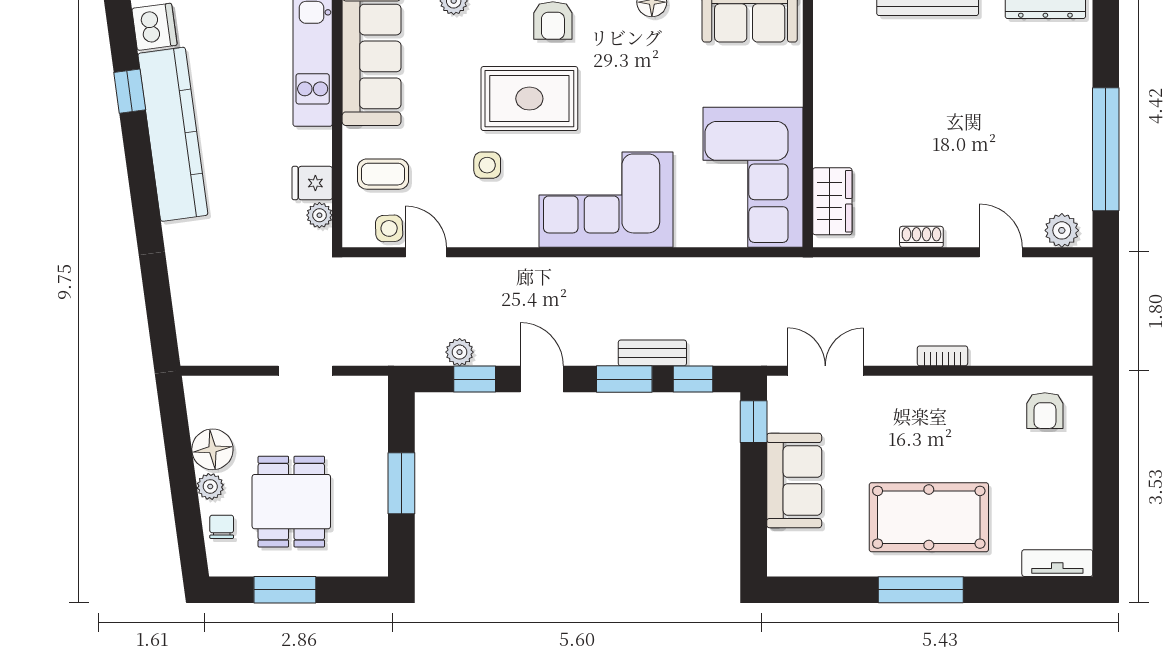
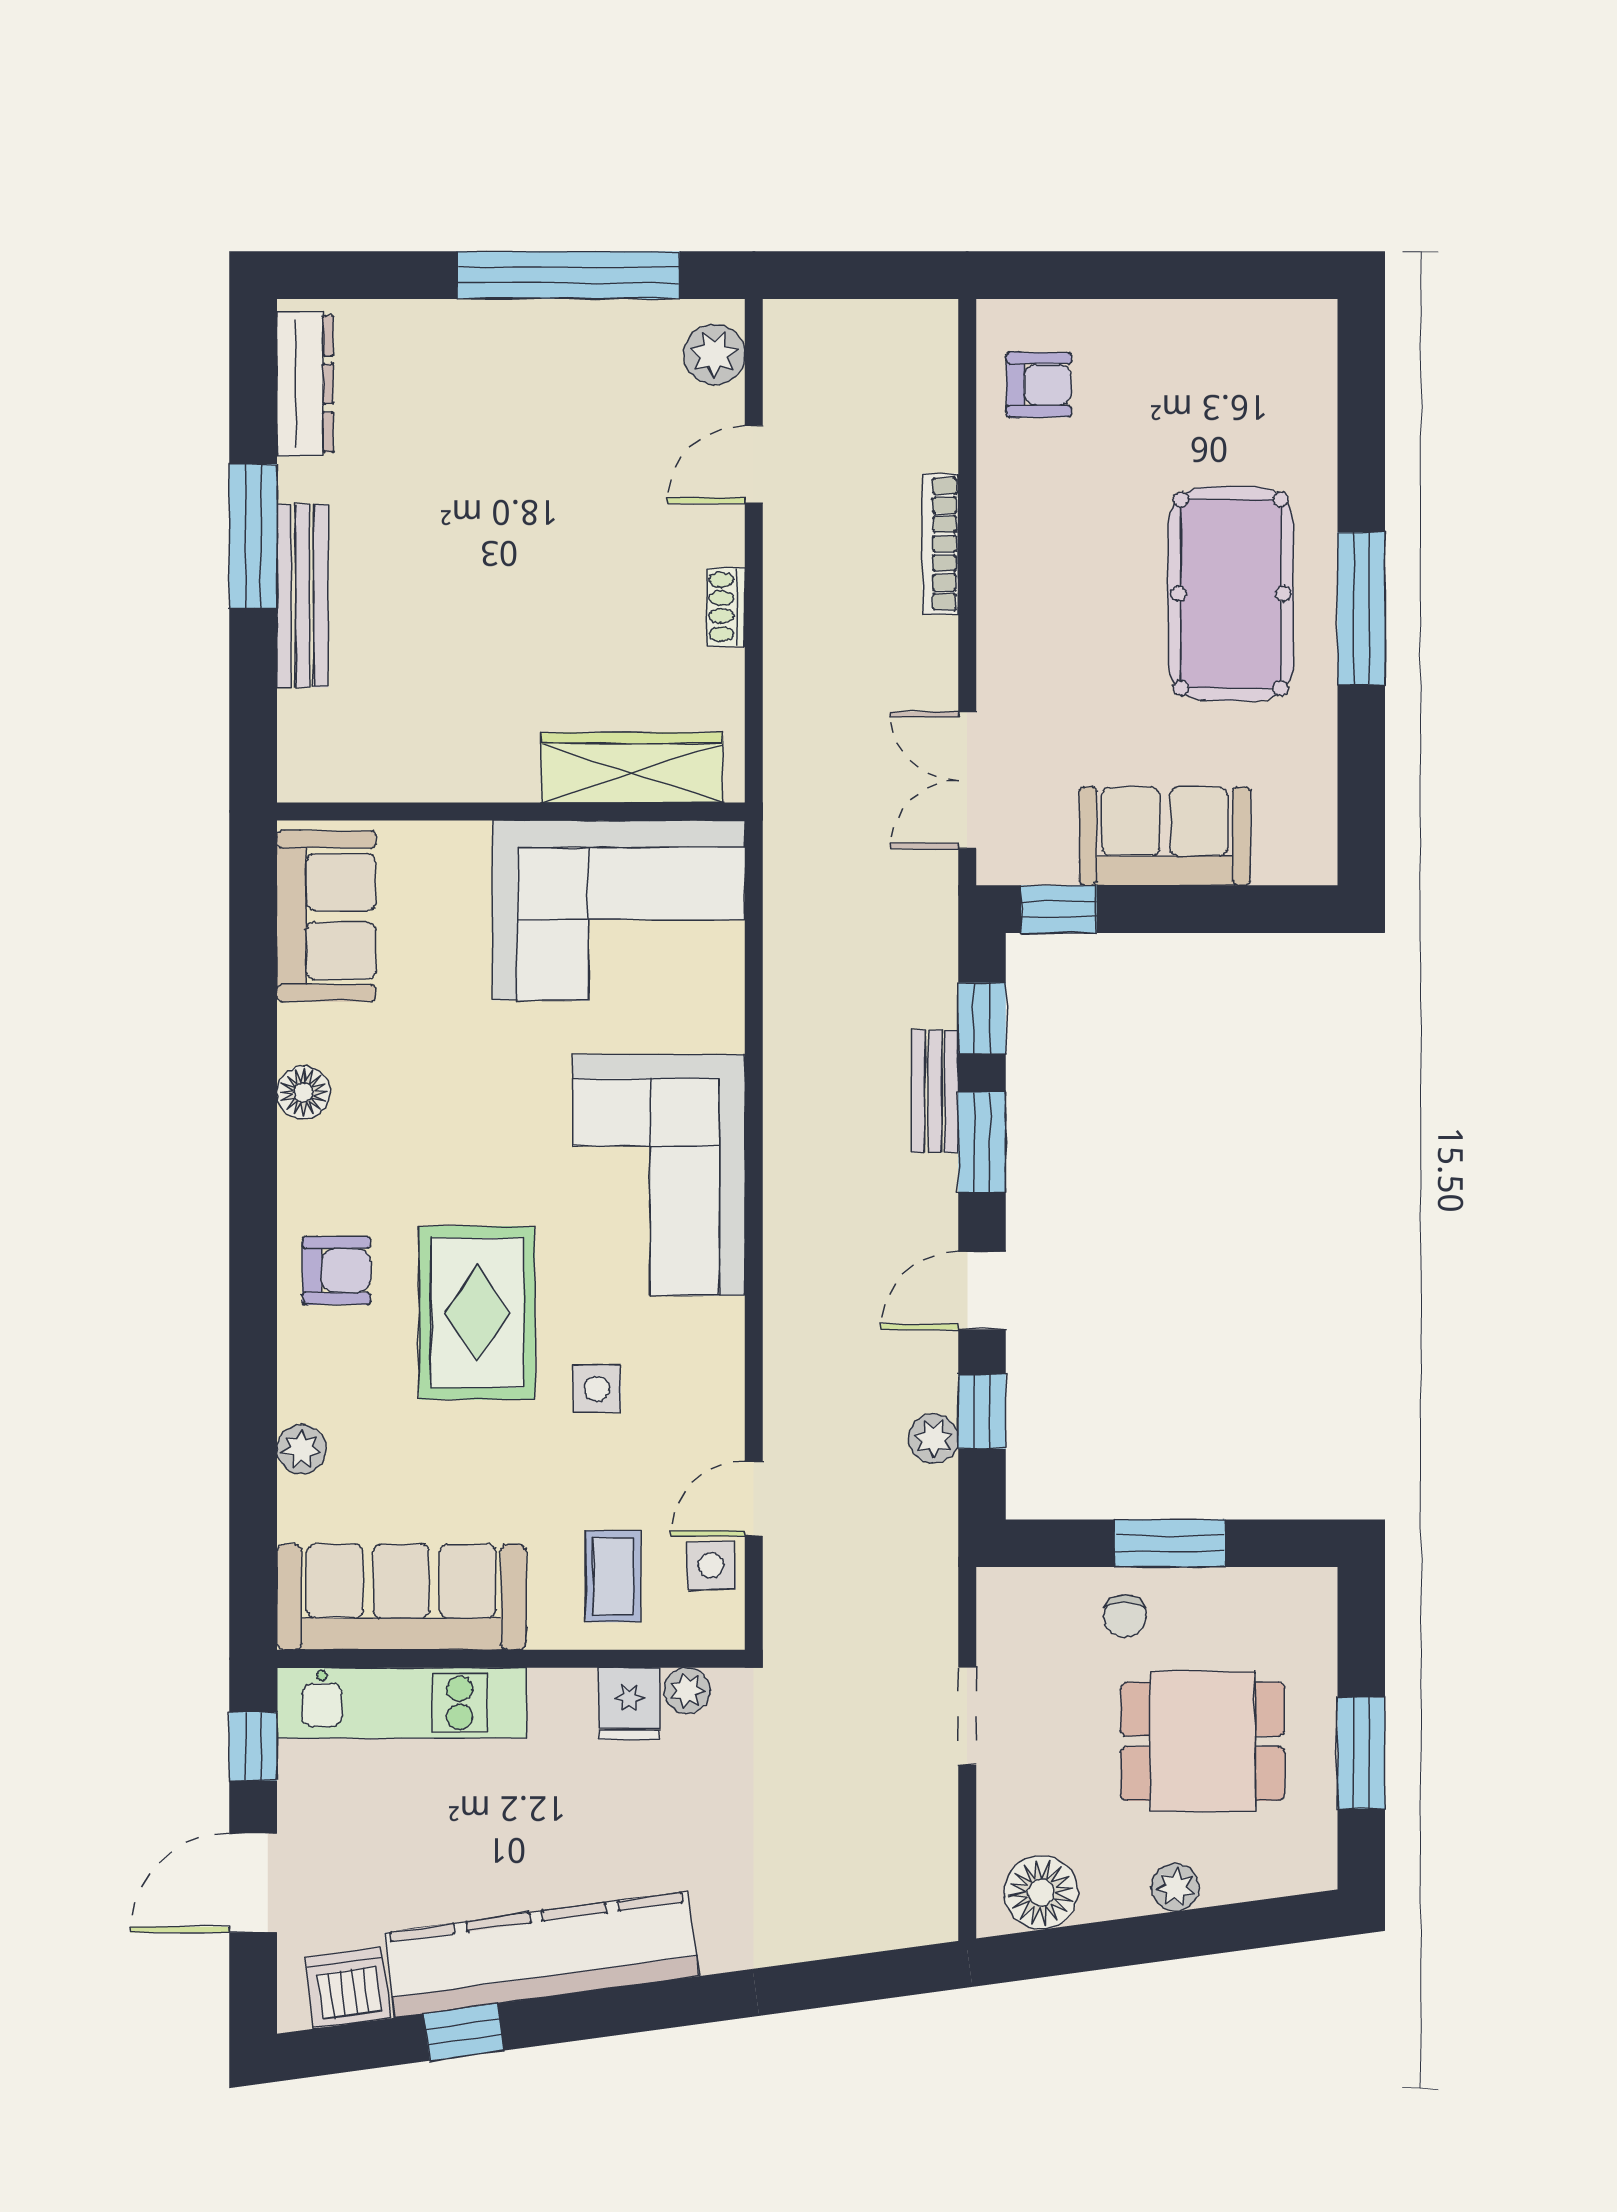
wardrobe: (832, 201) -> (632, 767), width x1.50
bookcase: (942, 356) -> (940, 544), width x1.56
floor lamp: (212, 449) -> (1041, 1892), moved
chair: (222, 527) -> (1125, 1616), moved, turned -90
tv unit: (1057, 563) -> (1313, 362), removed

